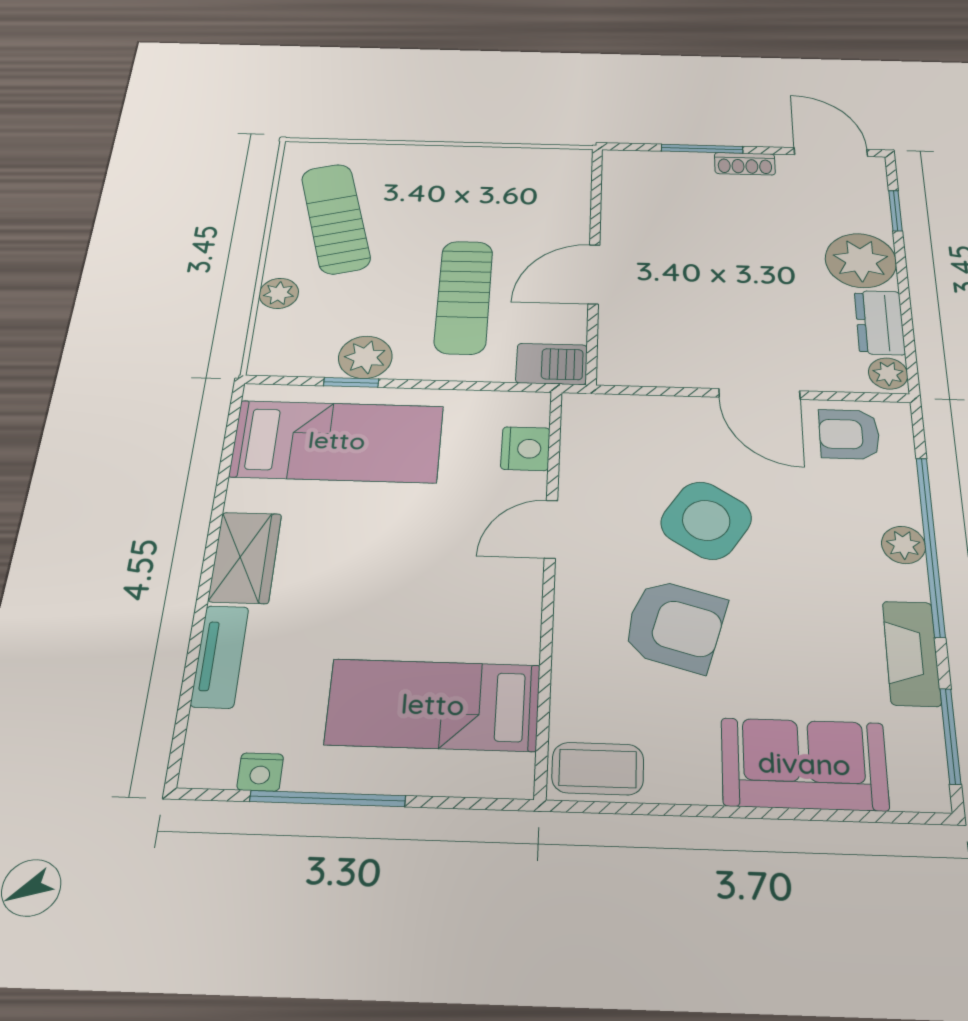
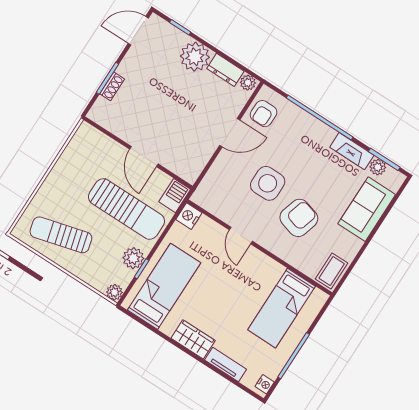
shoe rack: (745, 164) -> (112, 86), moved
plant: (279, 293) -> (114, 292), moved
sun lounger: (464, 297) -> (126, 209), width x1.36, depth x1.34
nightstand: (525, 449) -> (189, 216), moved, turned -90
side table: (706, 520) -> (268, 183), turned -33
plant: (903, 545) -> (378, 167), moved
nightstand: (260, 772) -> (265, 384), moved

